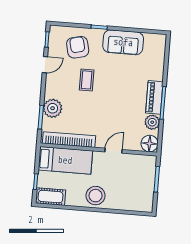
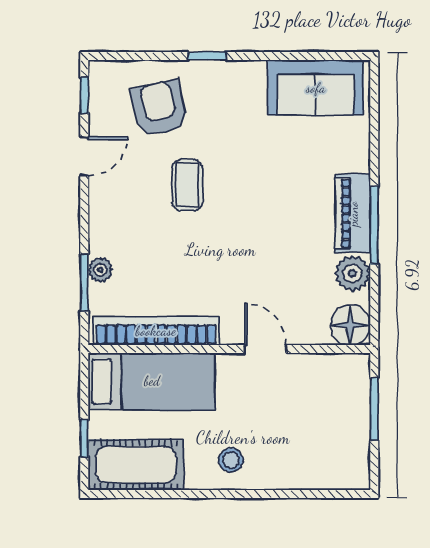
sofa: (123, 42) -> (316, 88), moved
plant: (53, 108) -> (100, 270), width x0.53, depth x0.53
door: (114, 151) -> (265, 349), hinge flipped
stool: (96, 196) -> (231, 460), width x0.53, depth x0.53
cot: (50, 197) -> (136, 465), width x1.37, depth x1.34

